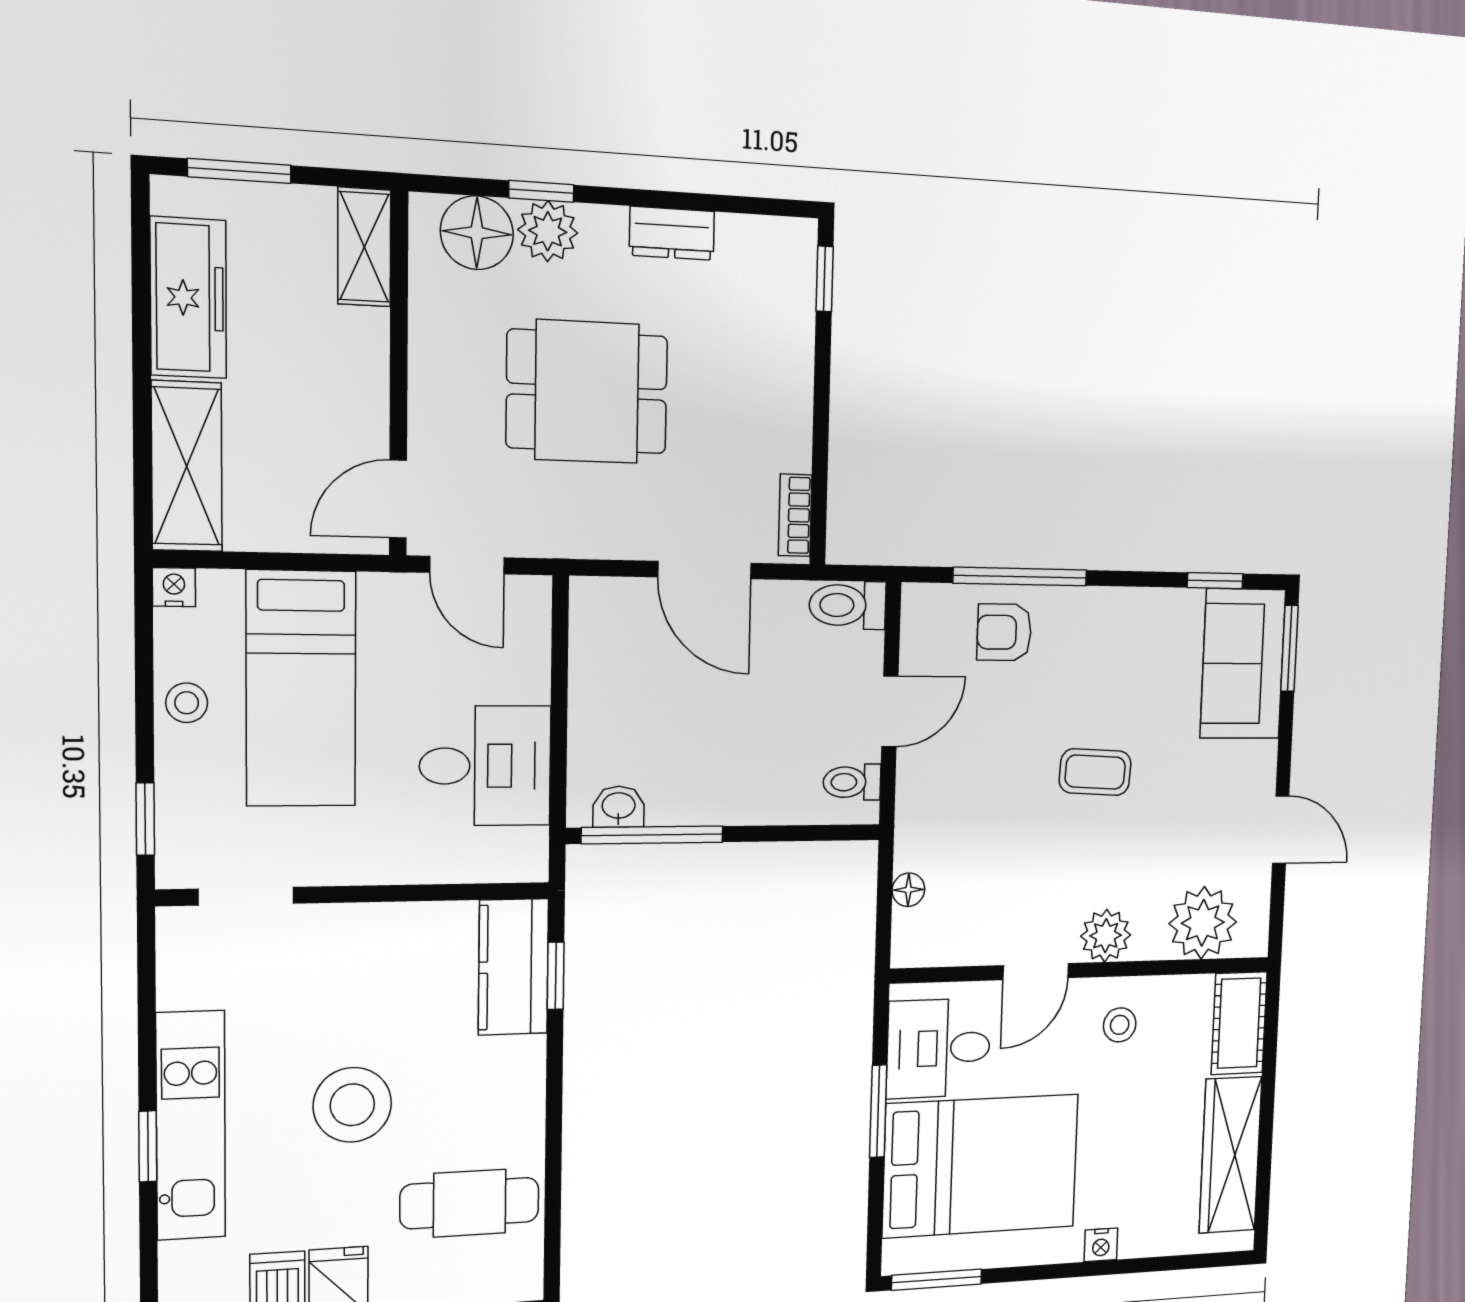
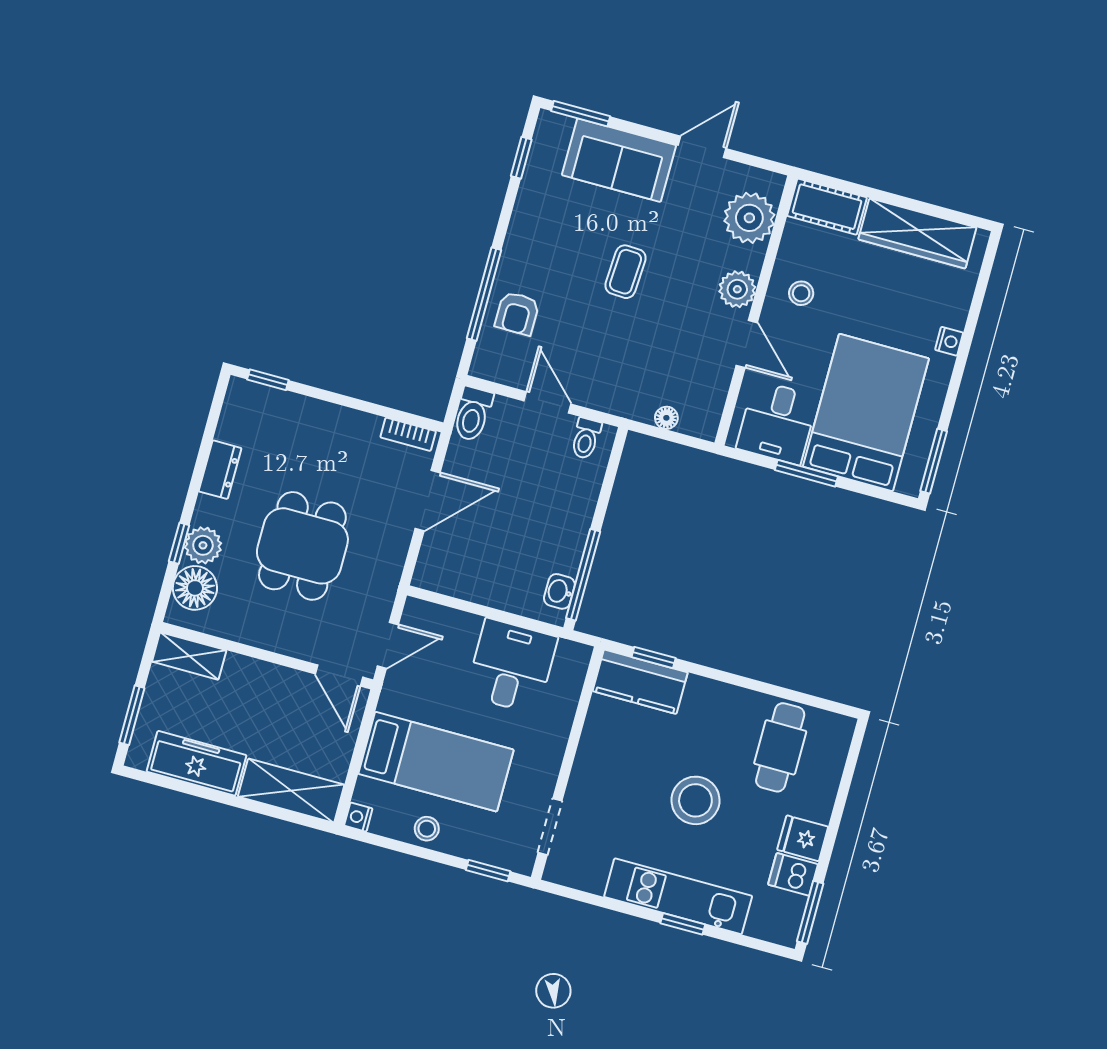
sofa: (1243, 664) -> (619, 160), moved

